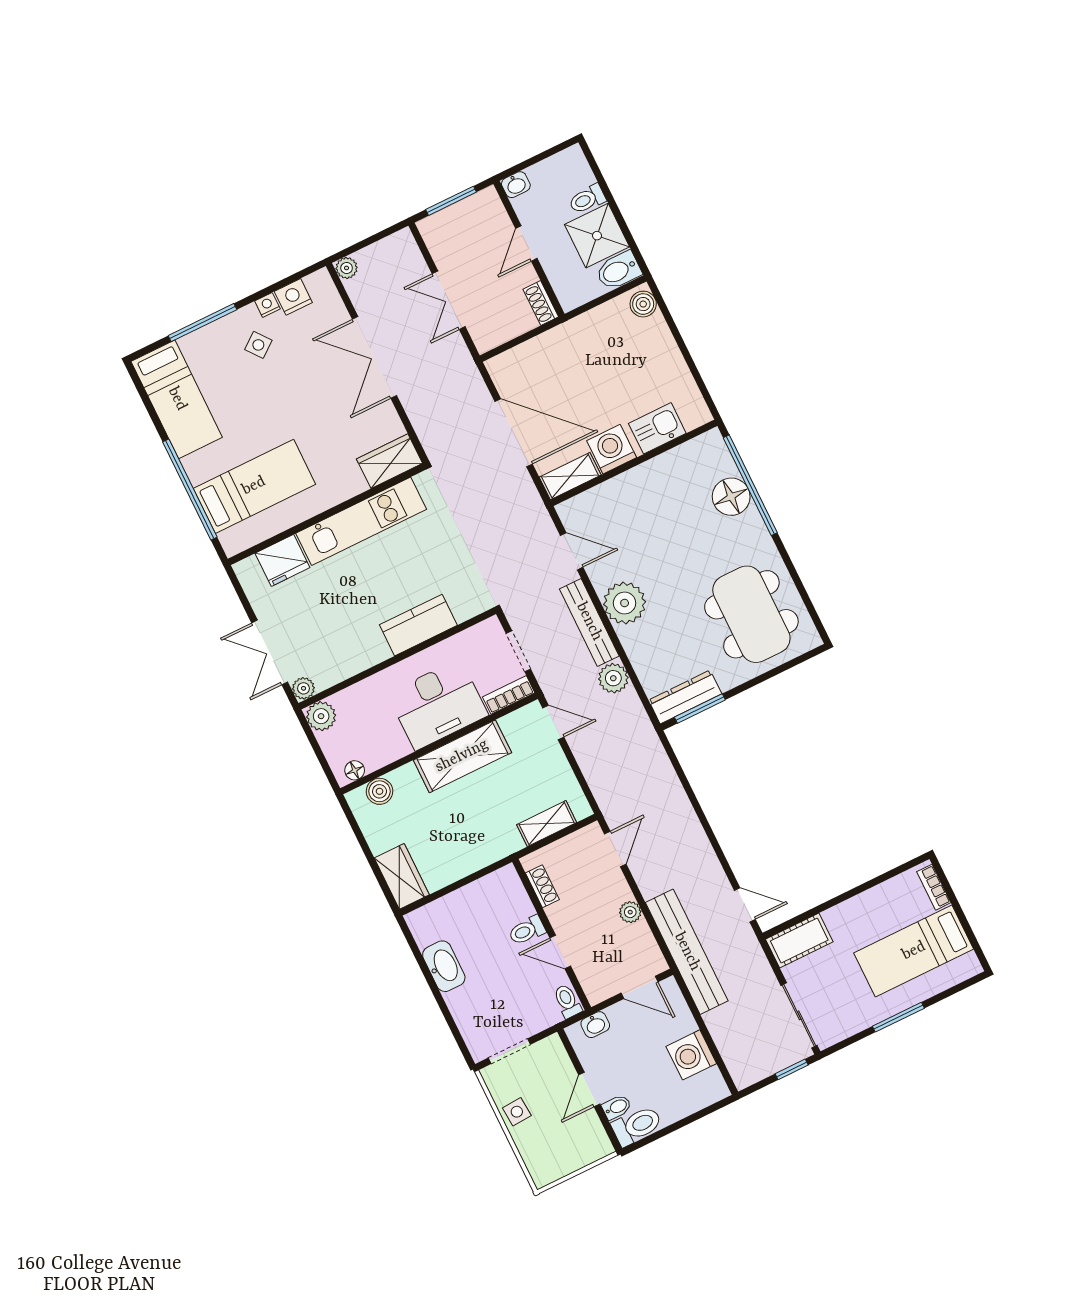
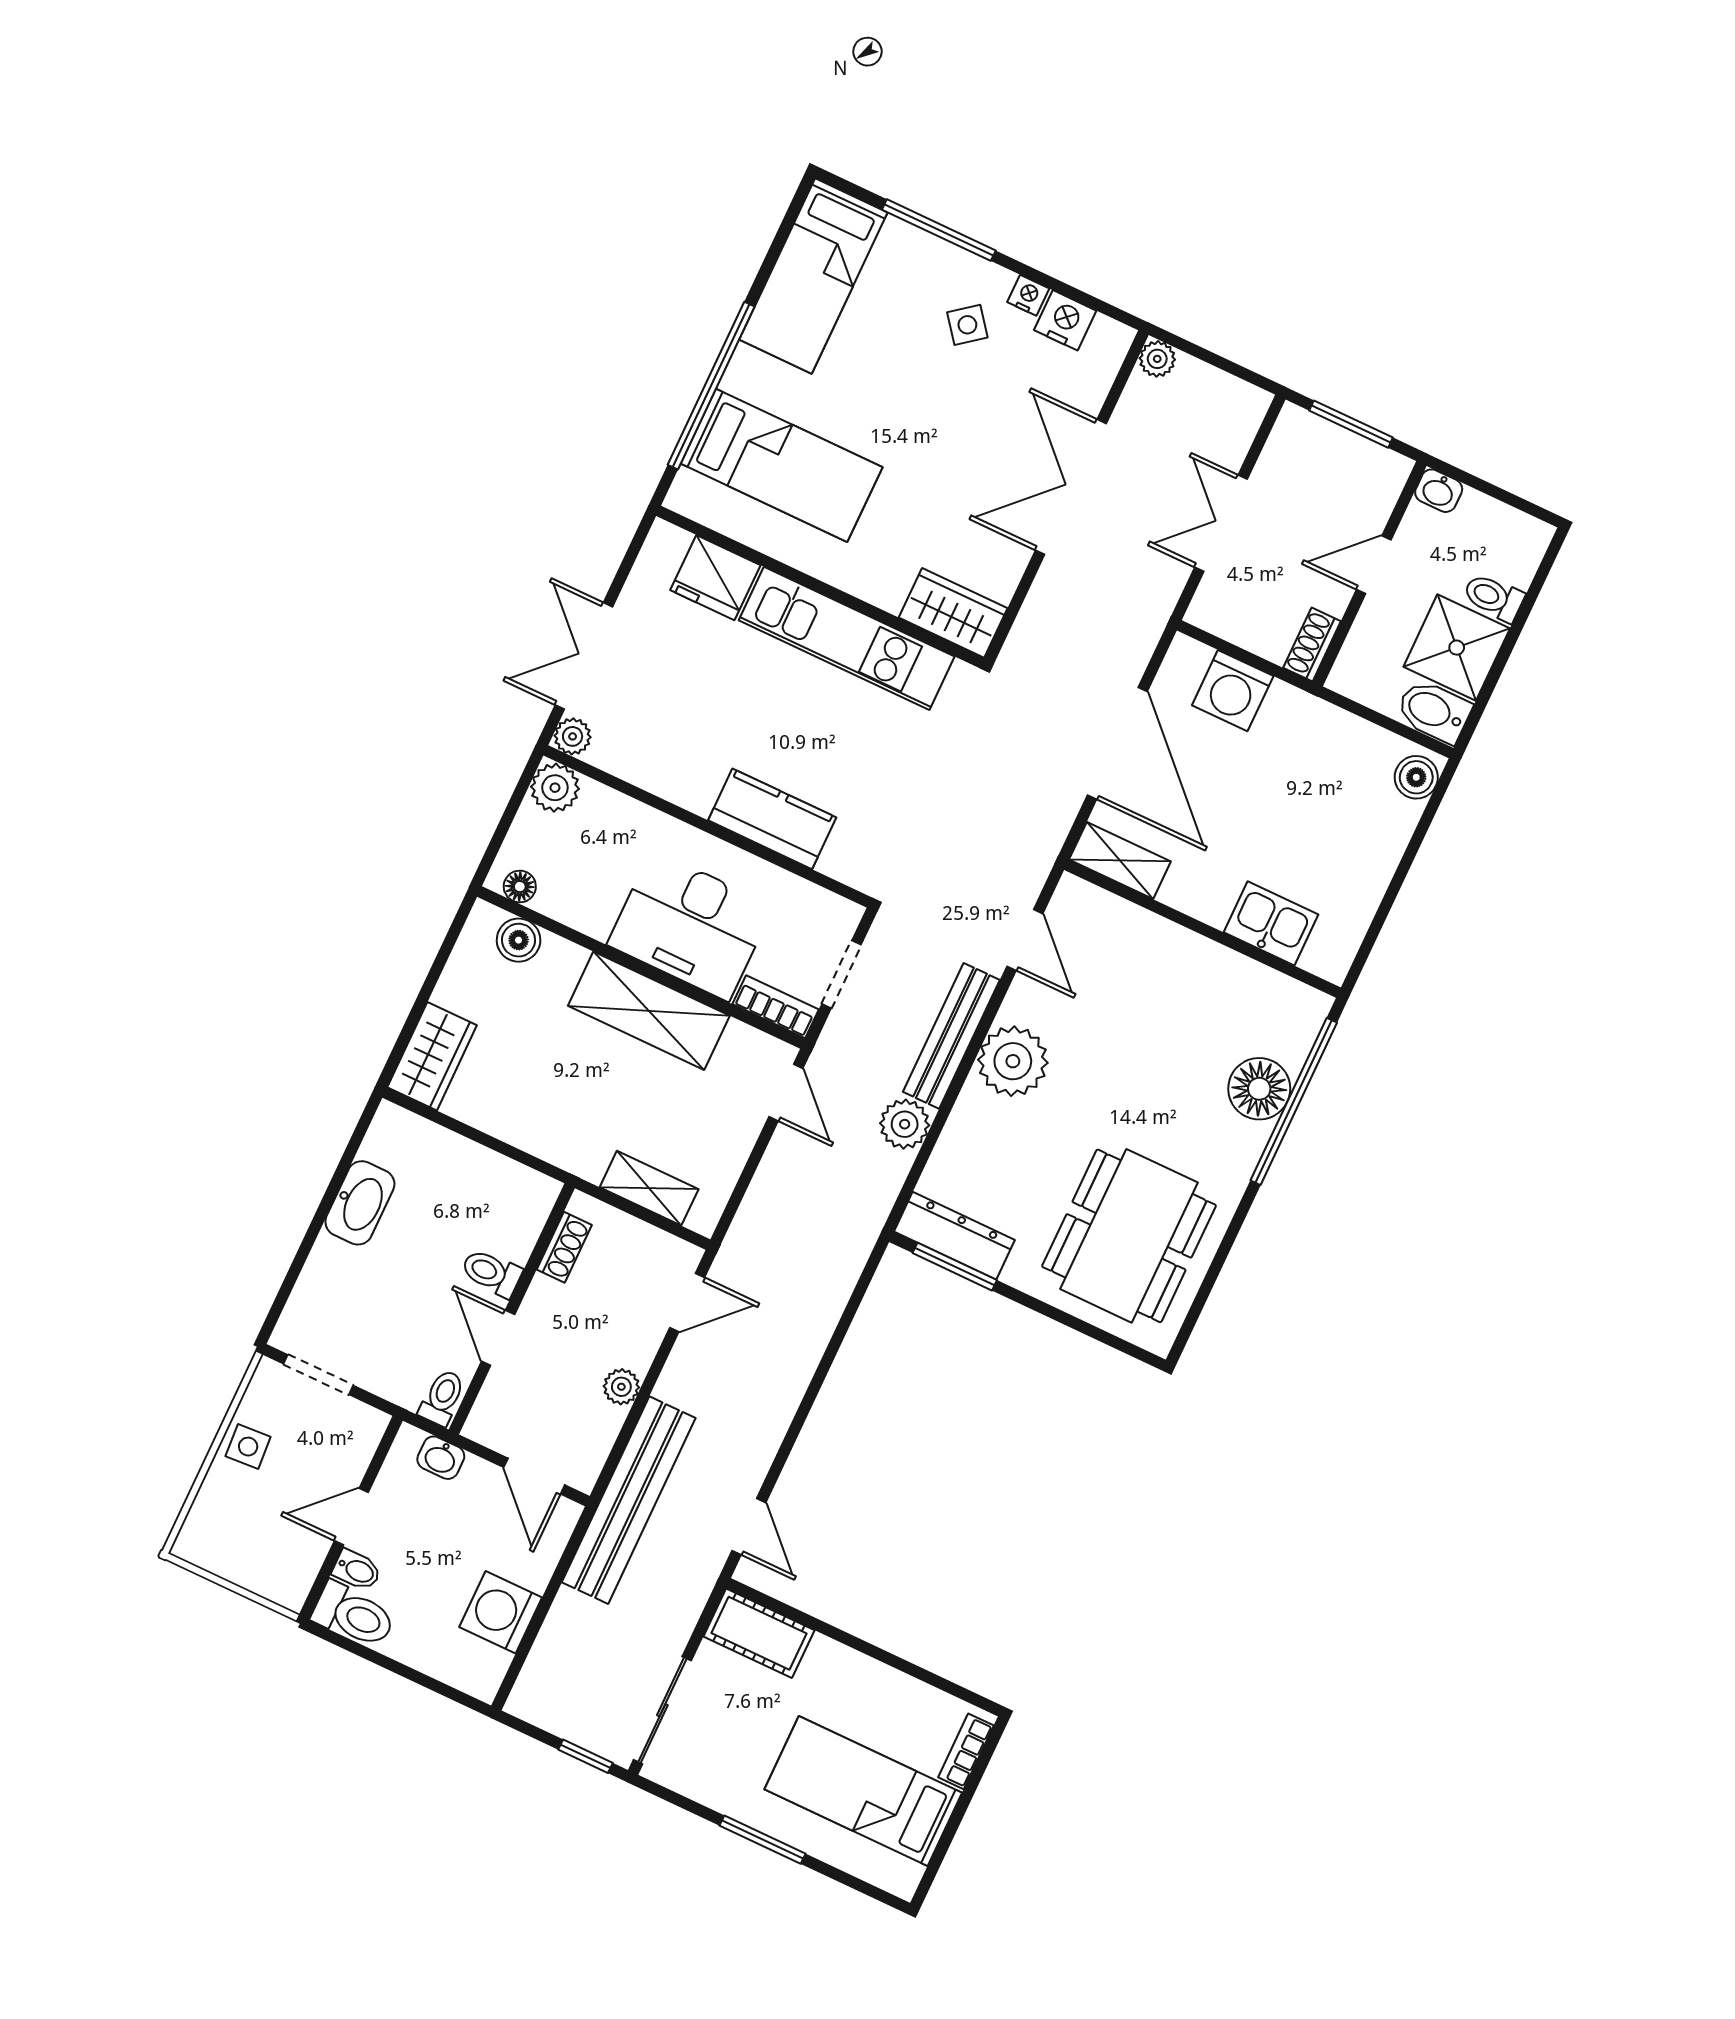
washing machine: (612, 449) -> (1233, 691), moved, turned 180

